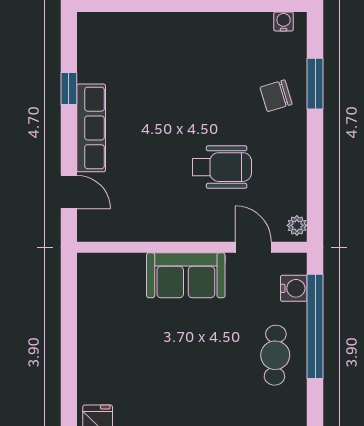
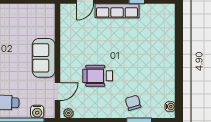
wheelchair: (222, 167) -> (98, 76), turned 90

